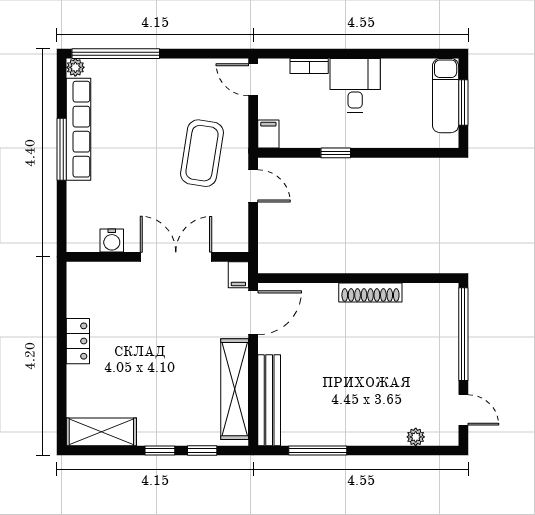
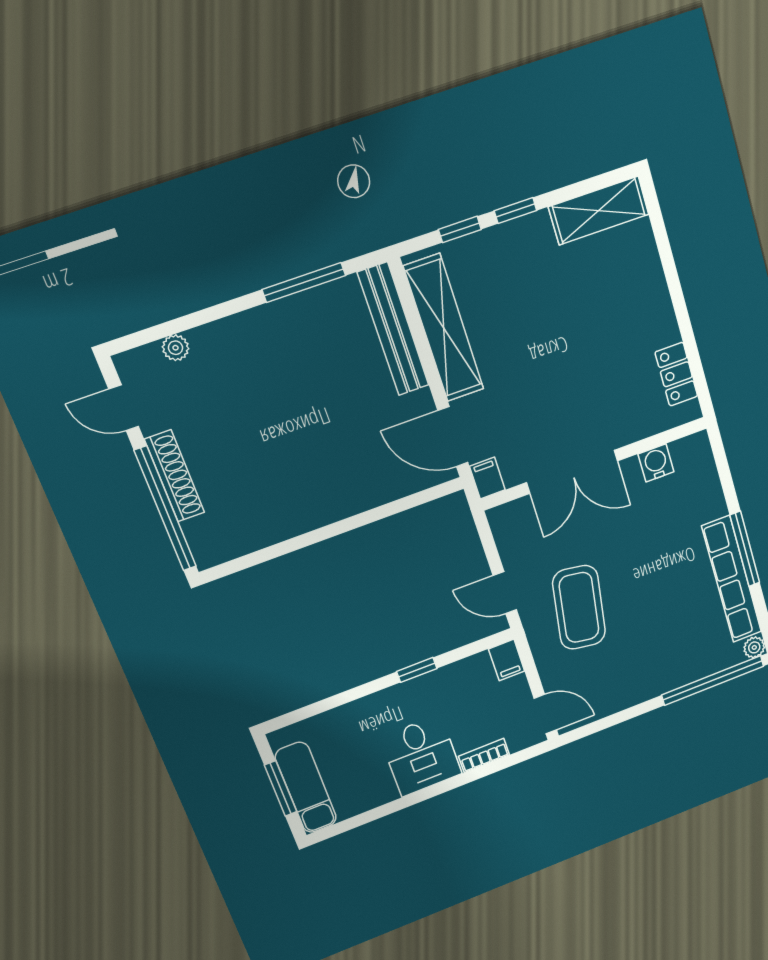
shoe rack: (370, 293) -> (175, 476), moved, turned 90
door: (253, 313) -> (453, 437), hinge flipped
locker: (78, 341) -> (676, 374), moved

